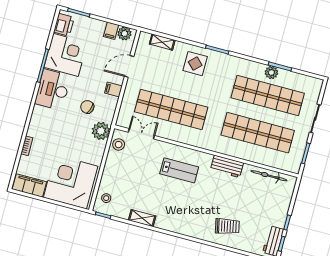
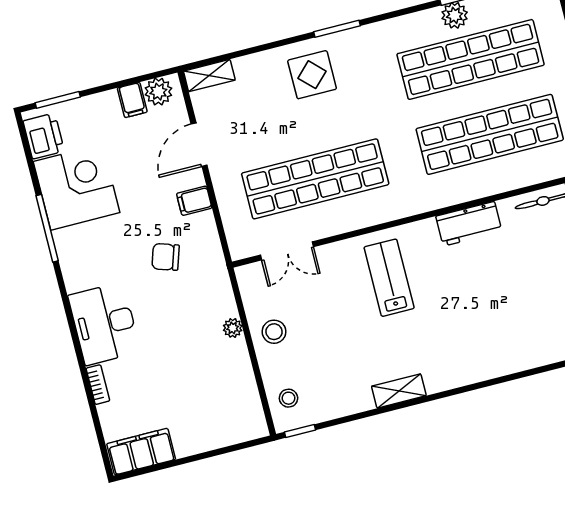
shelving: (162, 42) -> (209, 76), moved
desk: (53, 90) -> (104, 324), moved
plant: (101, 131) -> (233, 328), moved, width x0.53, depth x0.53
double door: (141, 134) -> (287, 251), swing flipped
stool: (119, 145) -> (274, 332), moved
lab bench: (179, 170) -> (389, 278), turned -90
corner desk: (71, 182) -> (210, 405), removed
shelving: (142, 218) -> (399, 391), moved
trolley: (227, 226) -> (529, 328), removed

